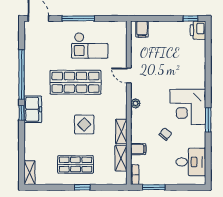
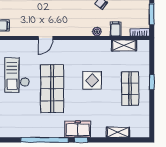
checkout: (90, 45) -> (17, 75), turned 180
plant: (136, 103) -> (97, 32), moved
shelving: (121, 132) -> (99, 45), removed
shelving: (30, 173) -> (118, 132), moved

